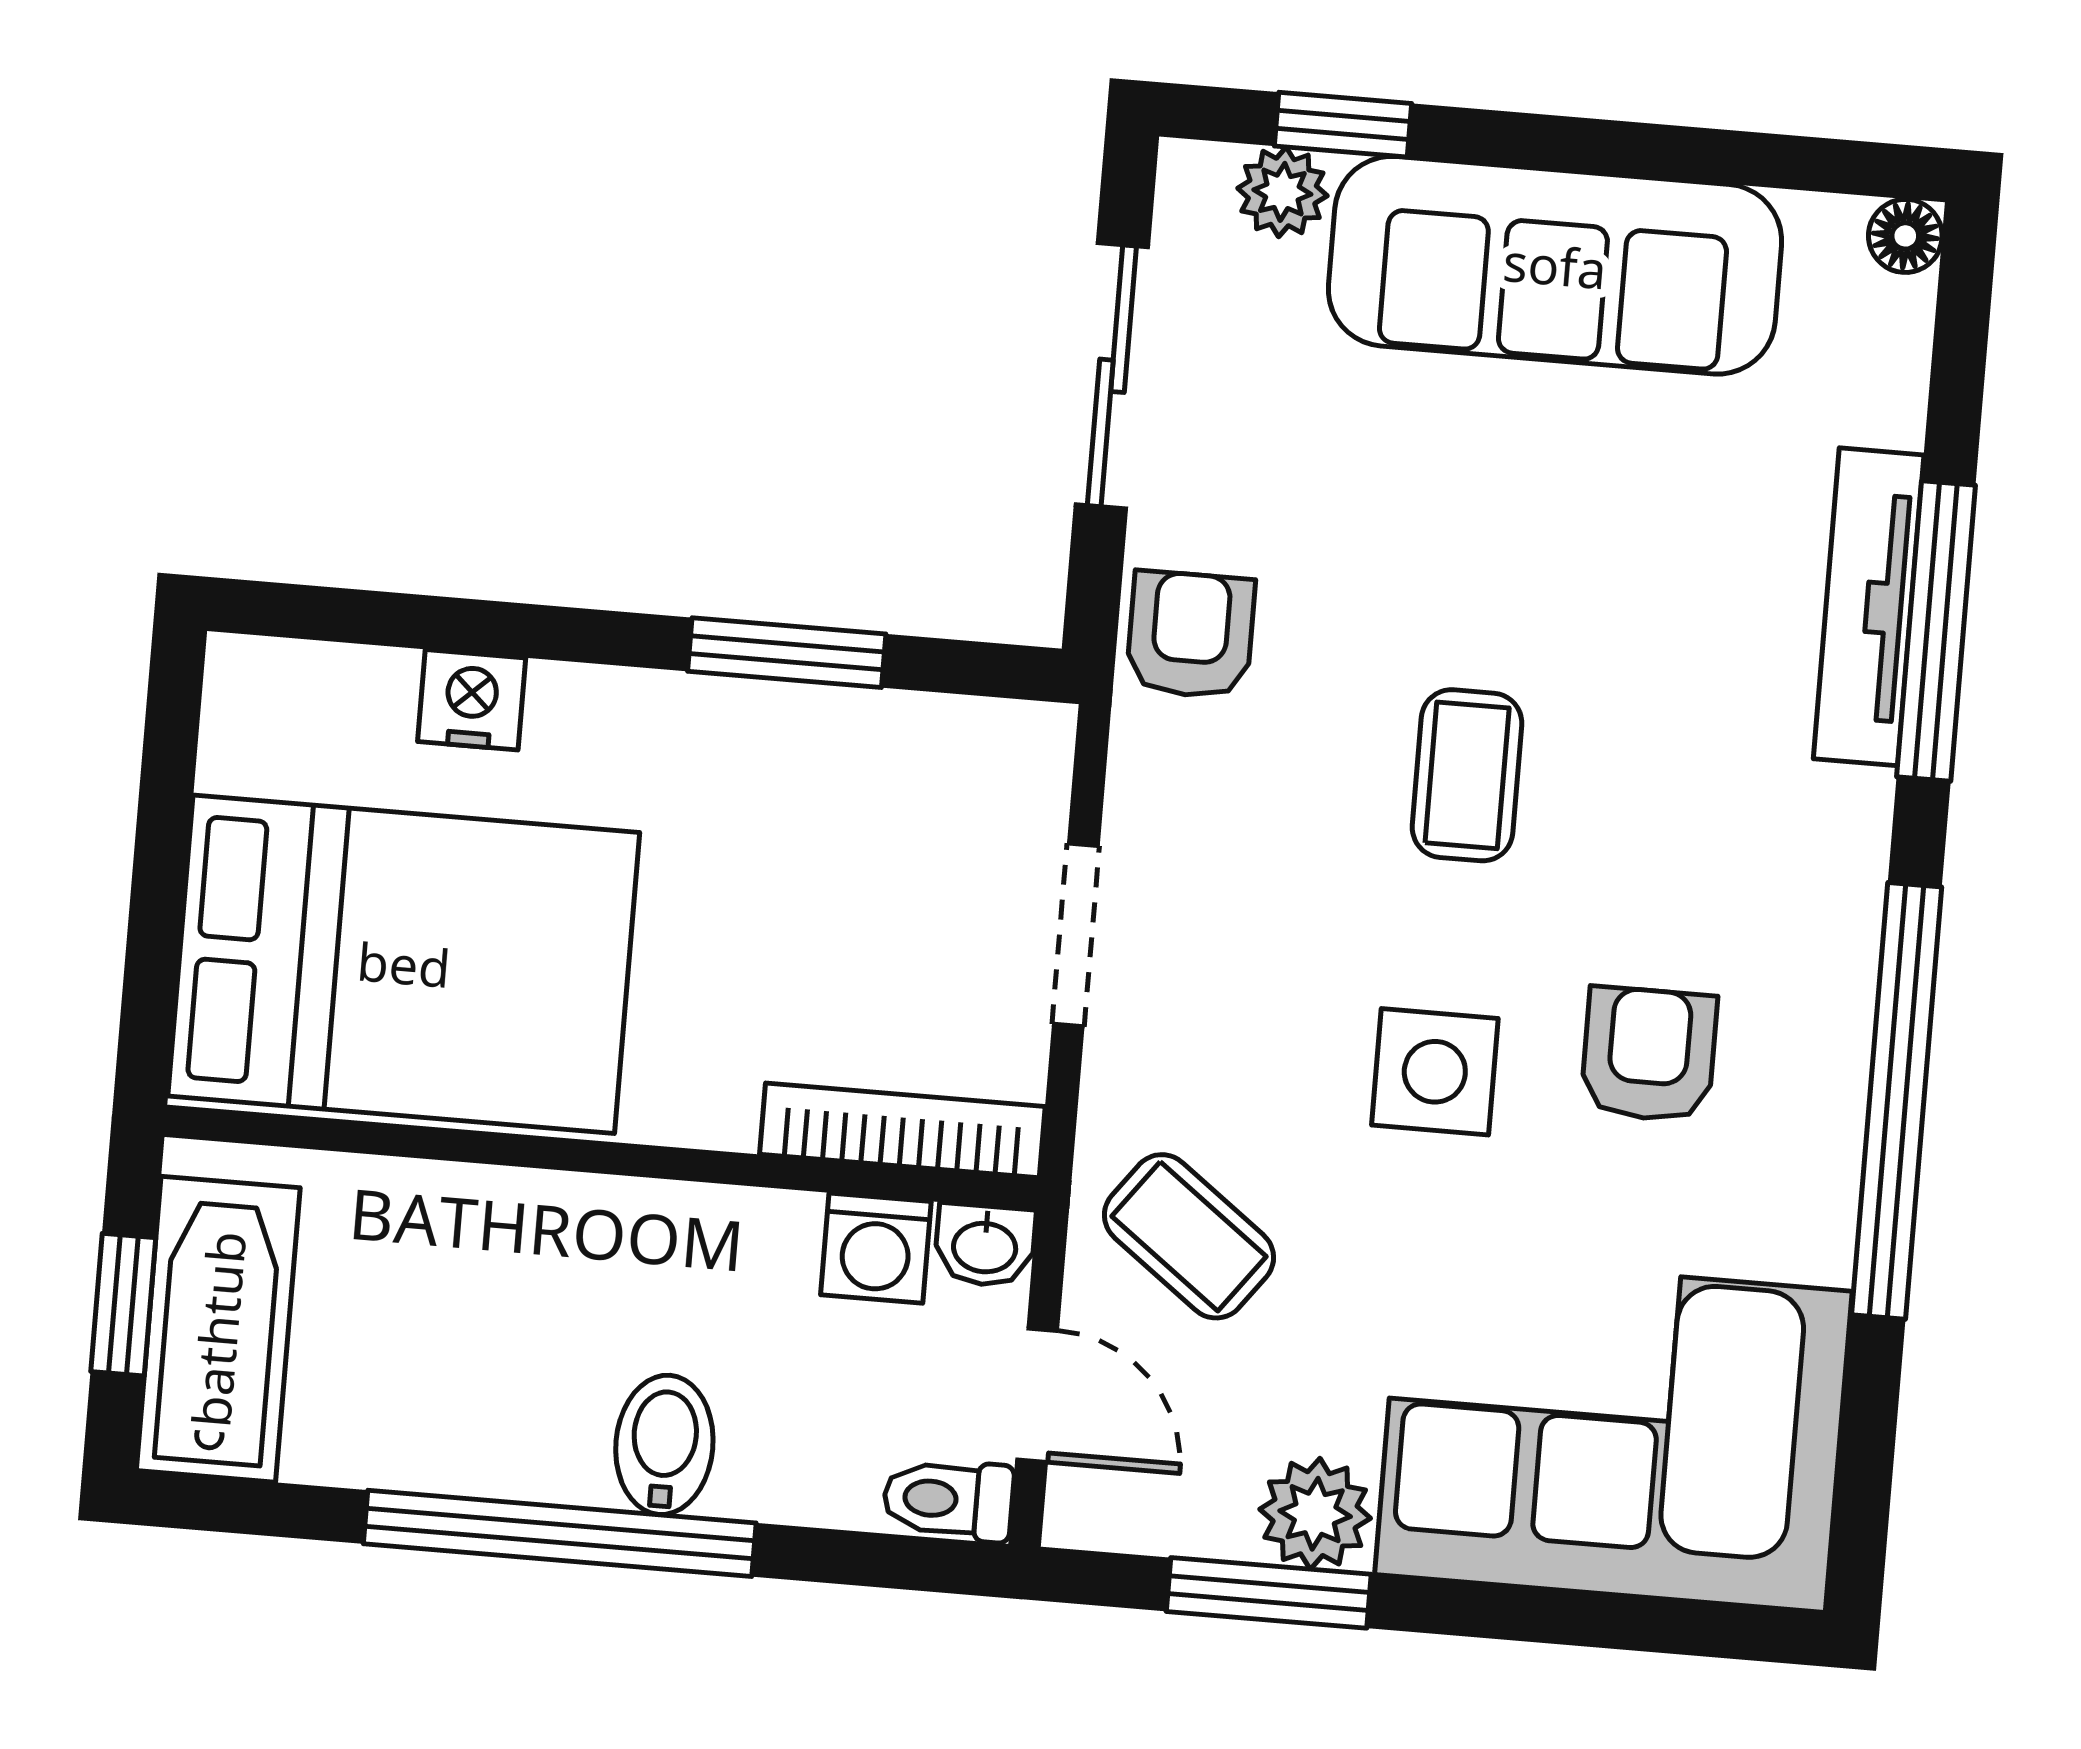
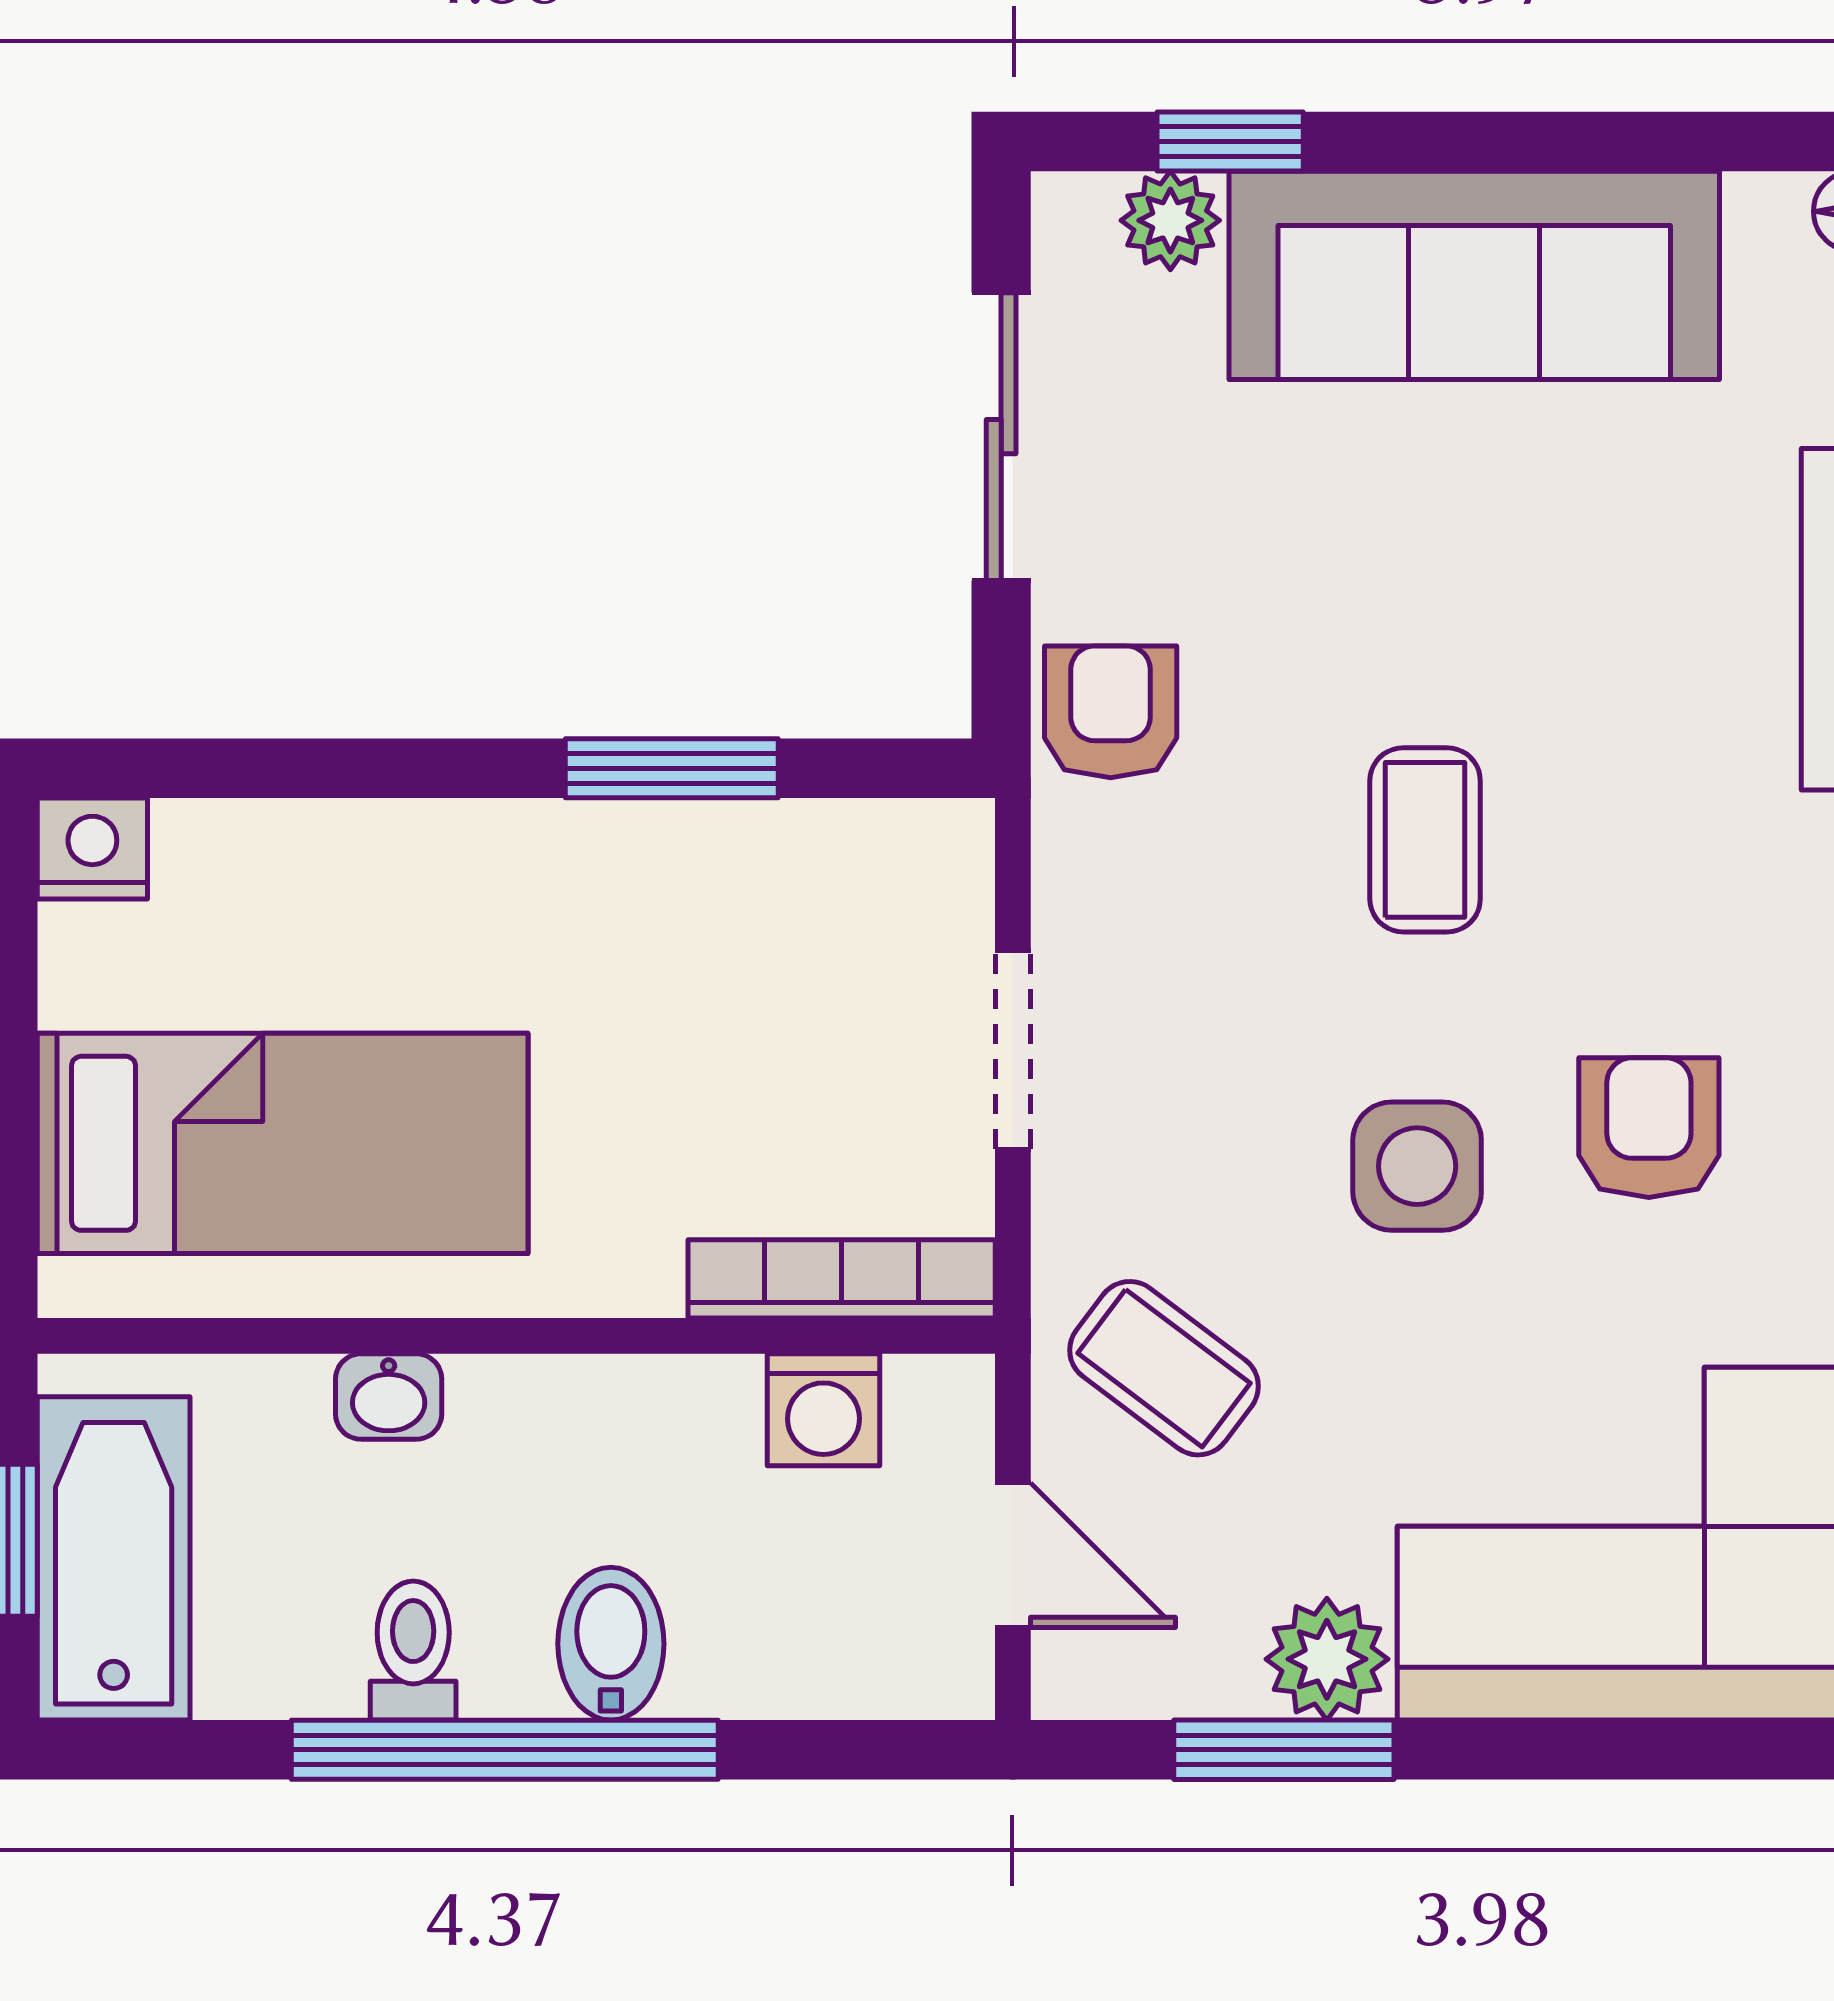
nightstand: (472, 700) -> (92, 849), moved
bed: (404, 964) -> (283, 1143), width x0.67
washbasin: (985, 1245) -> (389, 1397), moved
toilet: (948, 1500) -> (413, 1651), moved, turned 90

